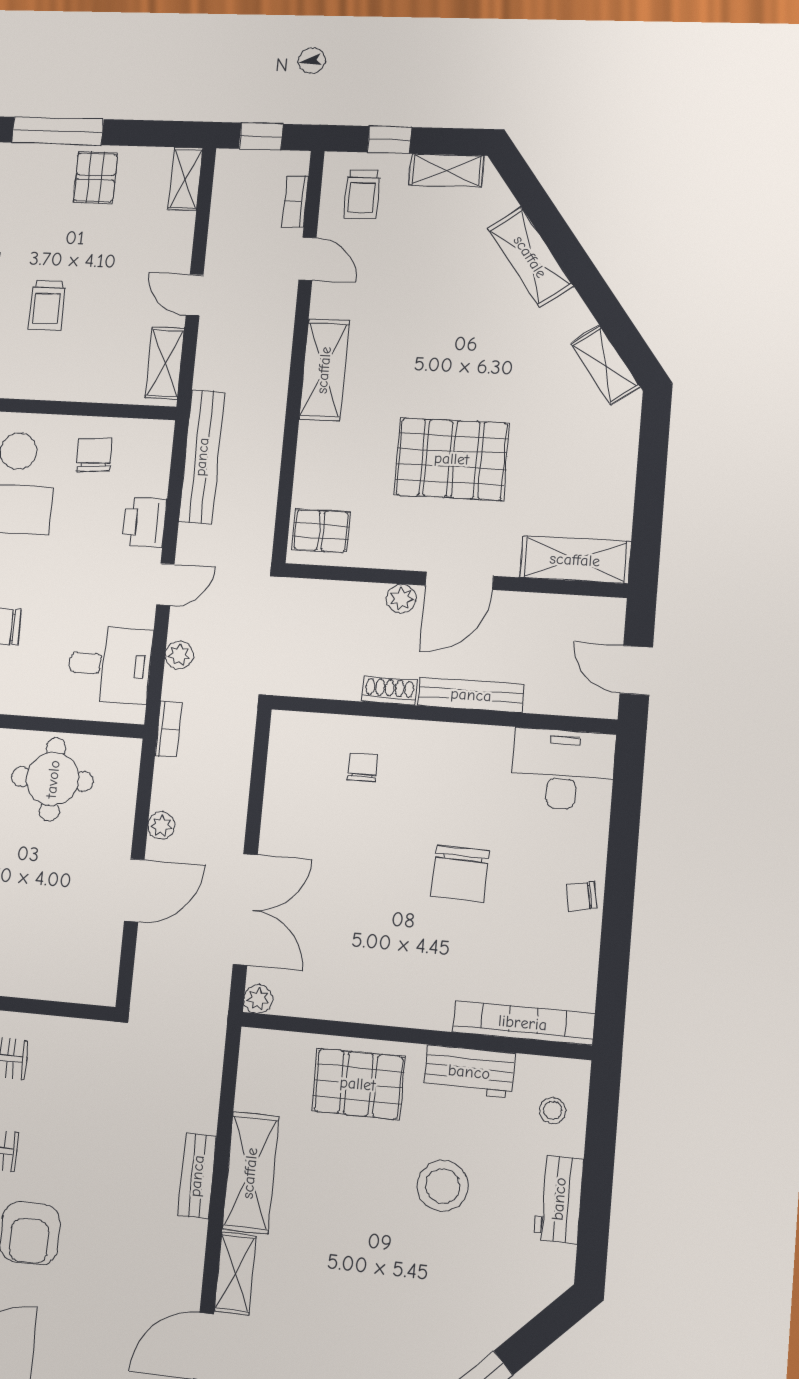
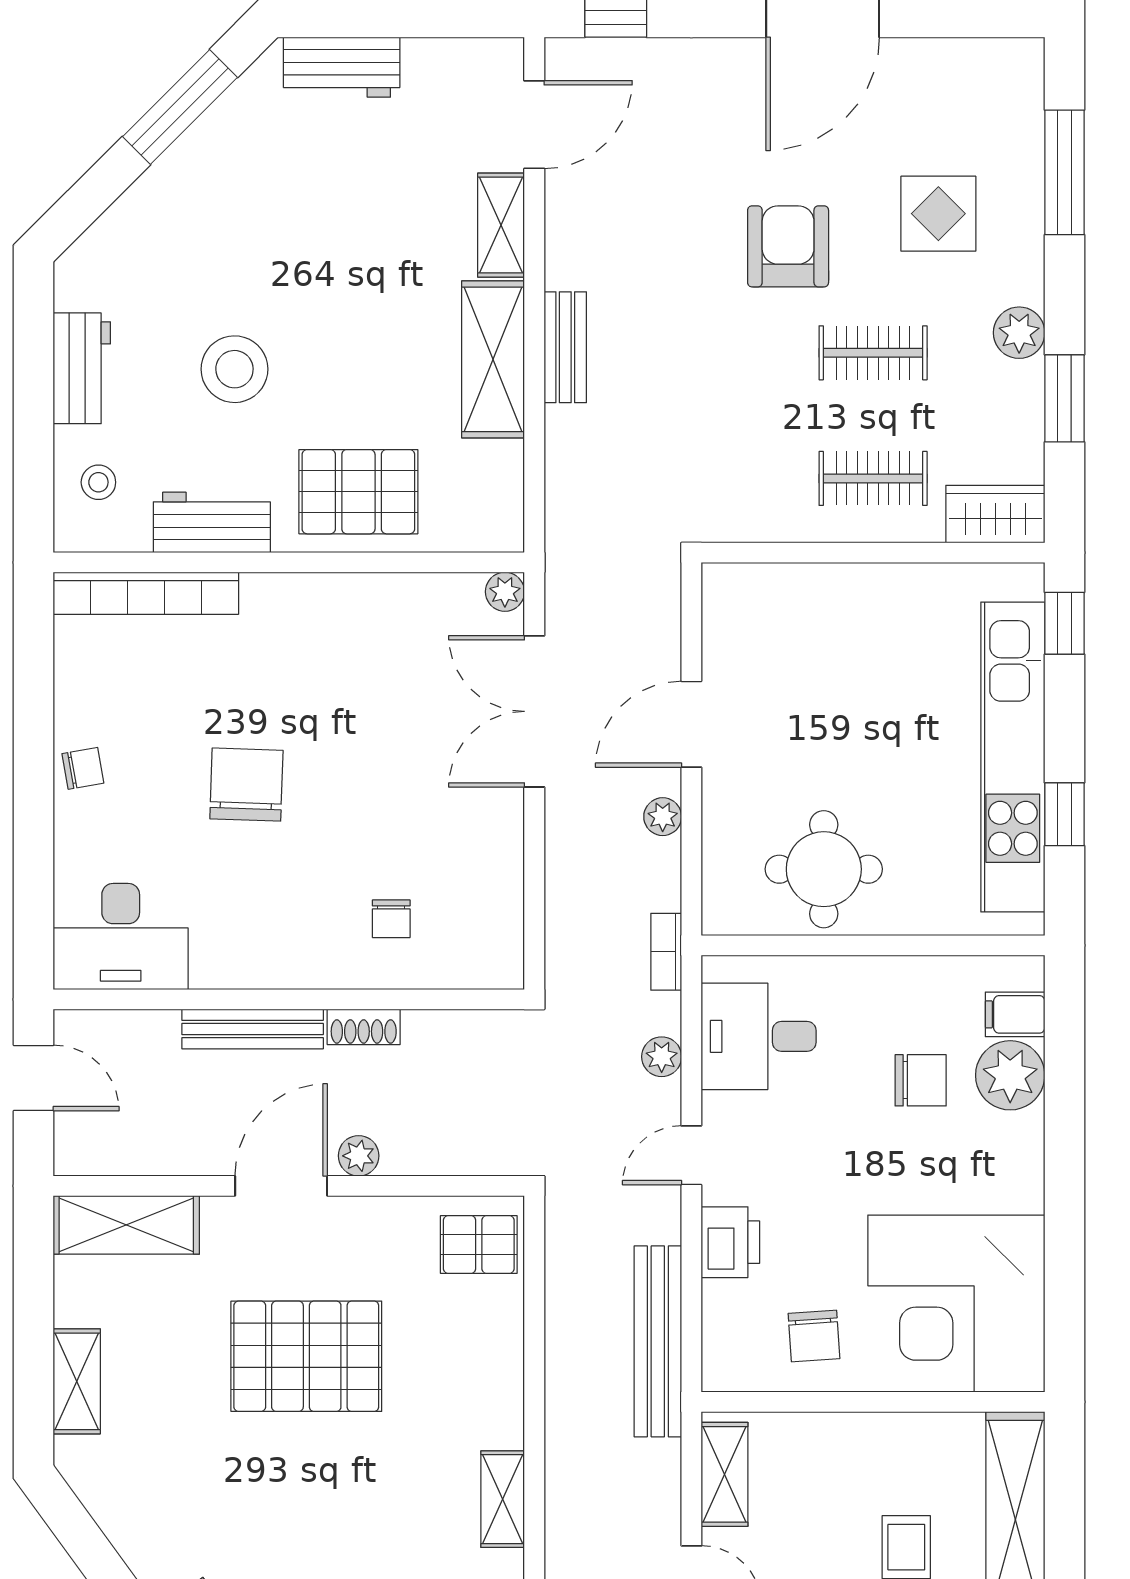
shelving: (605, 365) -> (77, 1381), moved, turned 36
shelving: (324, 370) -> (503, 1499), width x0.67, depth x0.75

